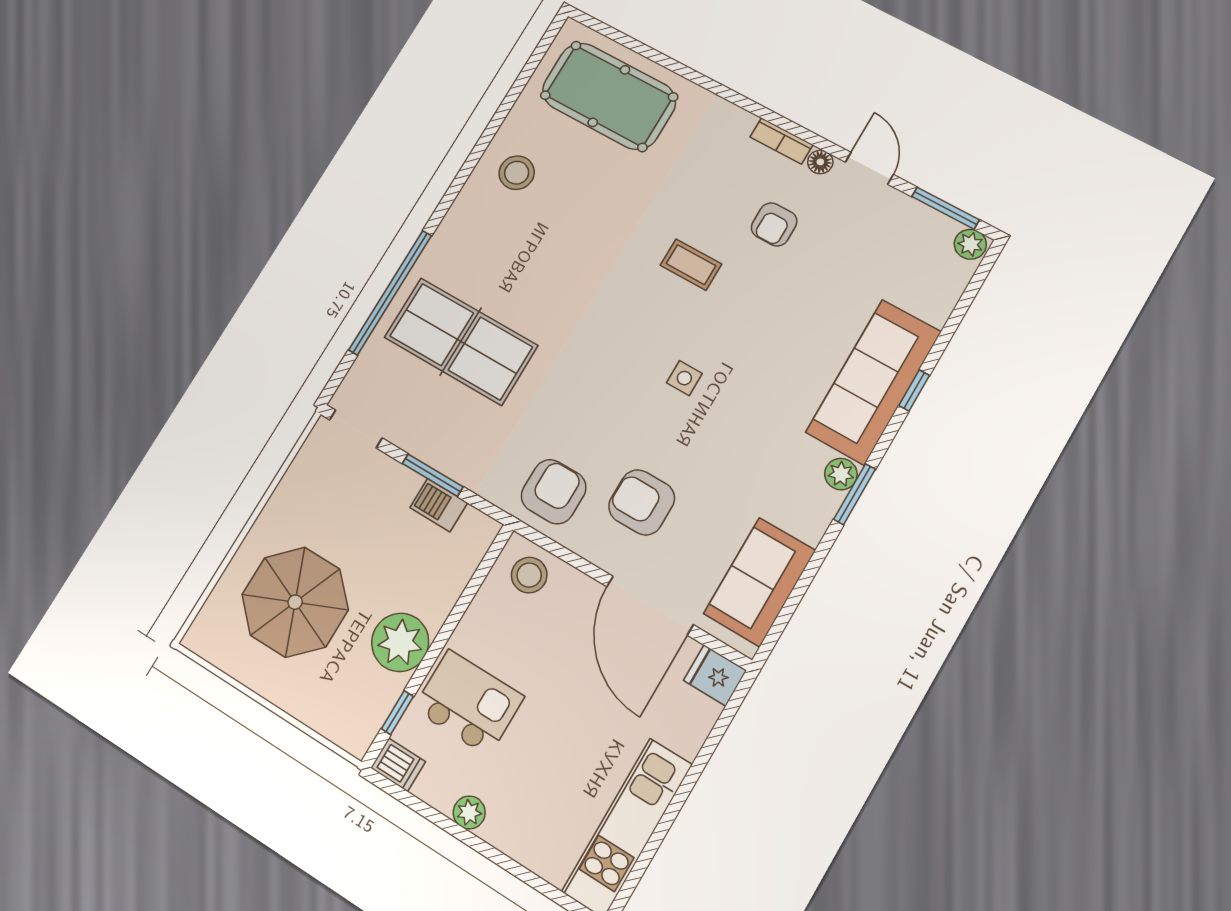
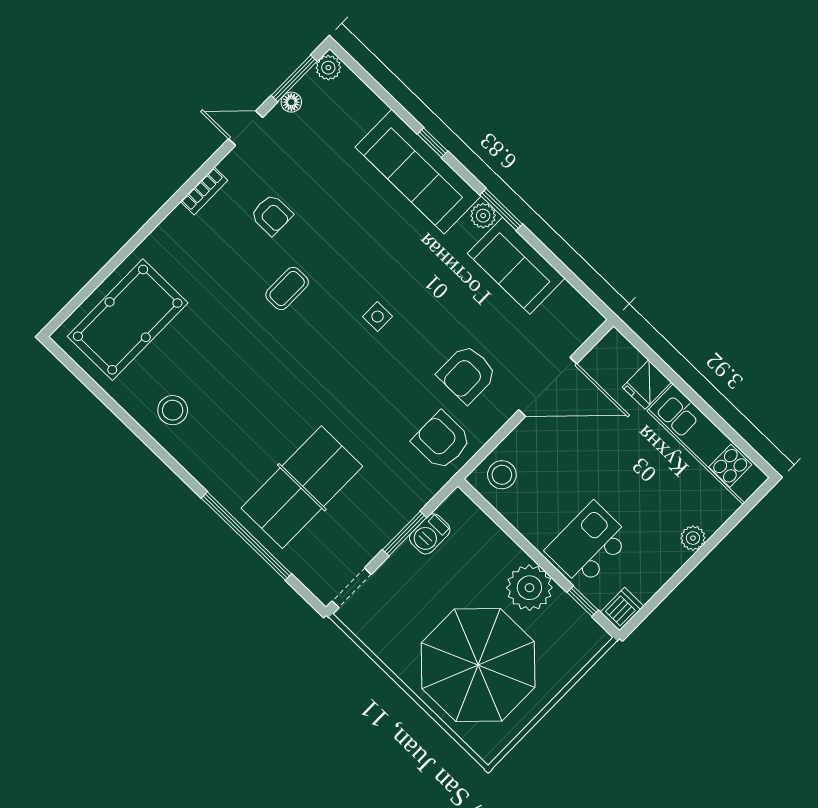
floor lamp: (820, 162) -> (291, 102), moved
sofa: (760, 582) -> (516, 266), moved
parasol: (295, 602) -> (478, 665), width x1.36, depth x1.36
fridge: (715, 675) -> (647, 385), moved
plant: (469, 812) -> (693, 538), moved

